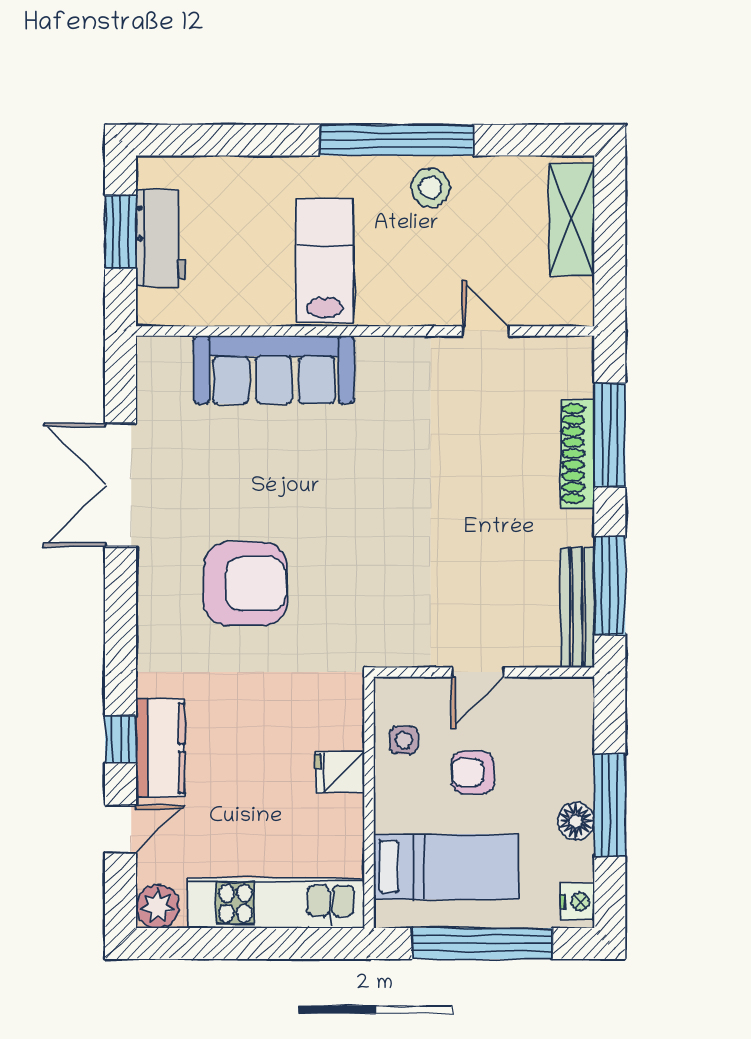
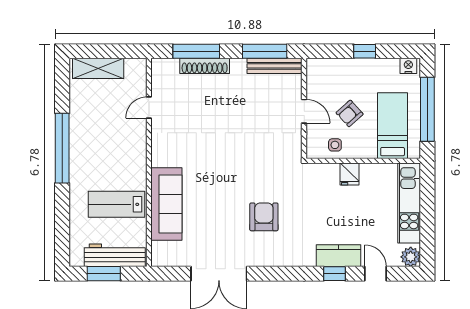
stool: (430, 188) -> (84, 133), removed
workbench: (161, 238) -> (115, 255), width x1.38
lab bench: (325, 261) -> (116, 204), moved
armchair: (246, 584) -> (264, 217), width x0.73, depth x0.73
armchair: (473, 772) -> (350, 113), turned 48
window: (610, 805) -> (365, 51), width x0.46
floor lamp: (576, 821) -> (372, 67), removed

